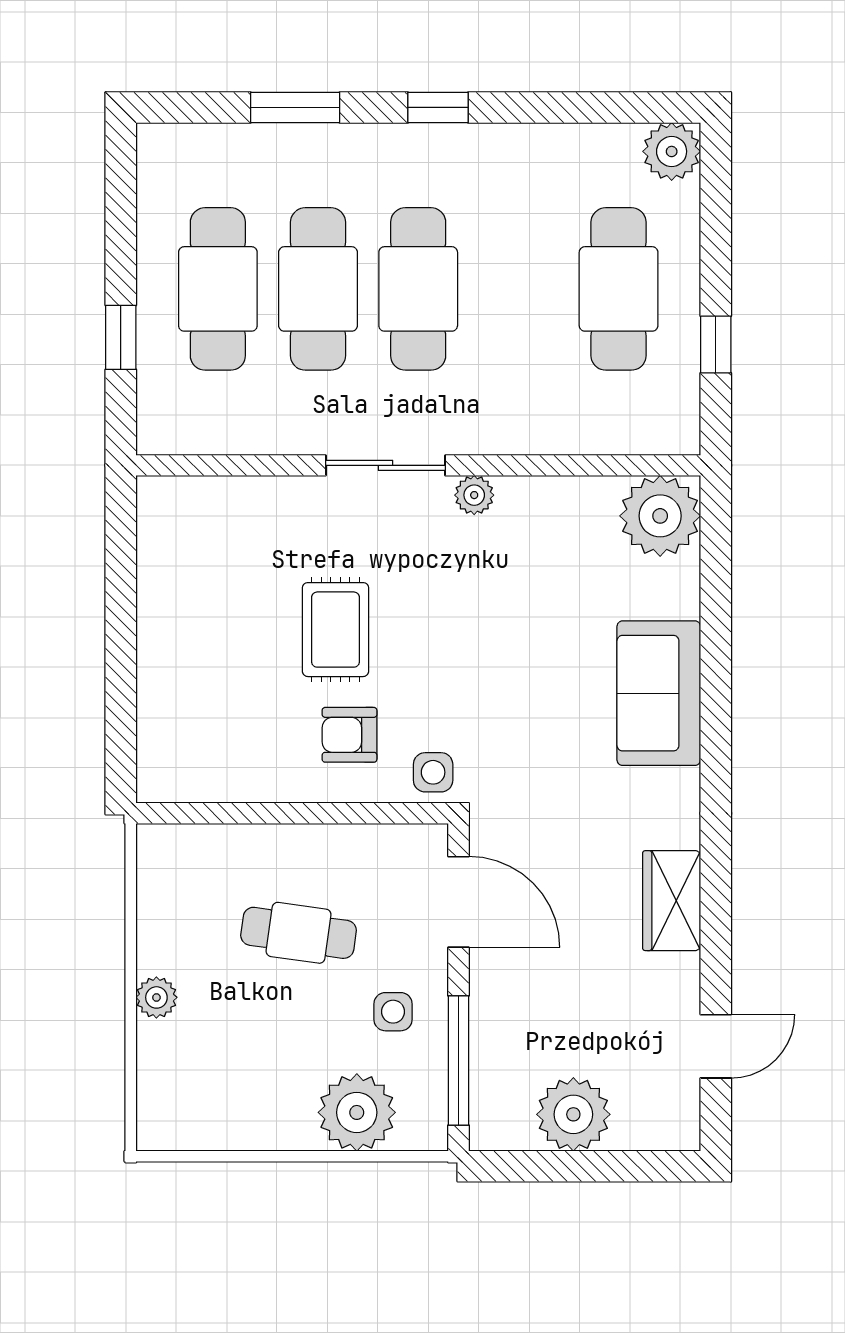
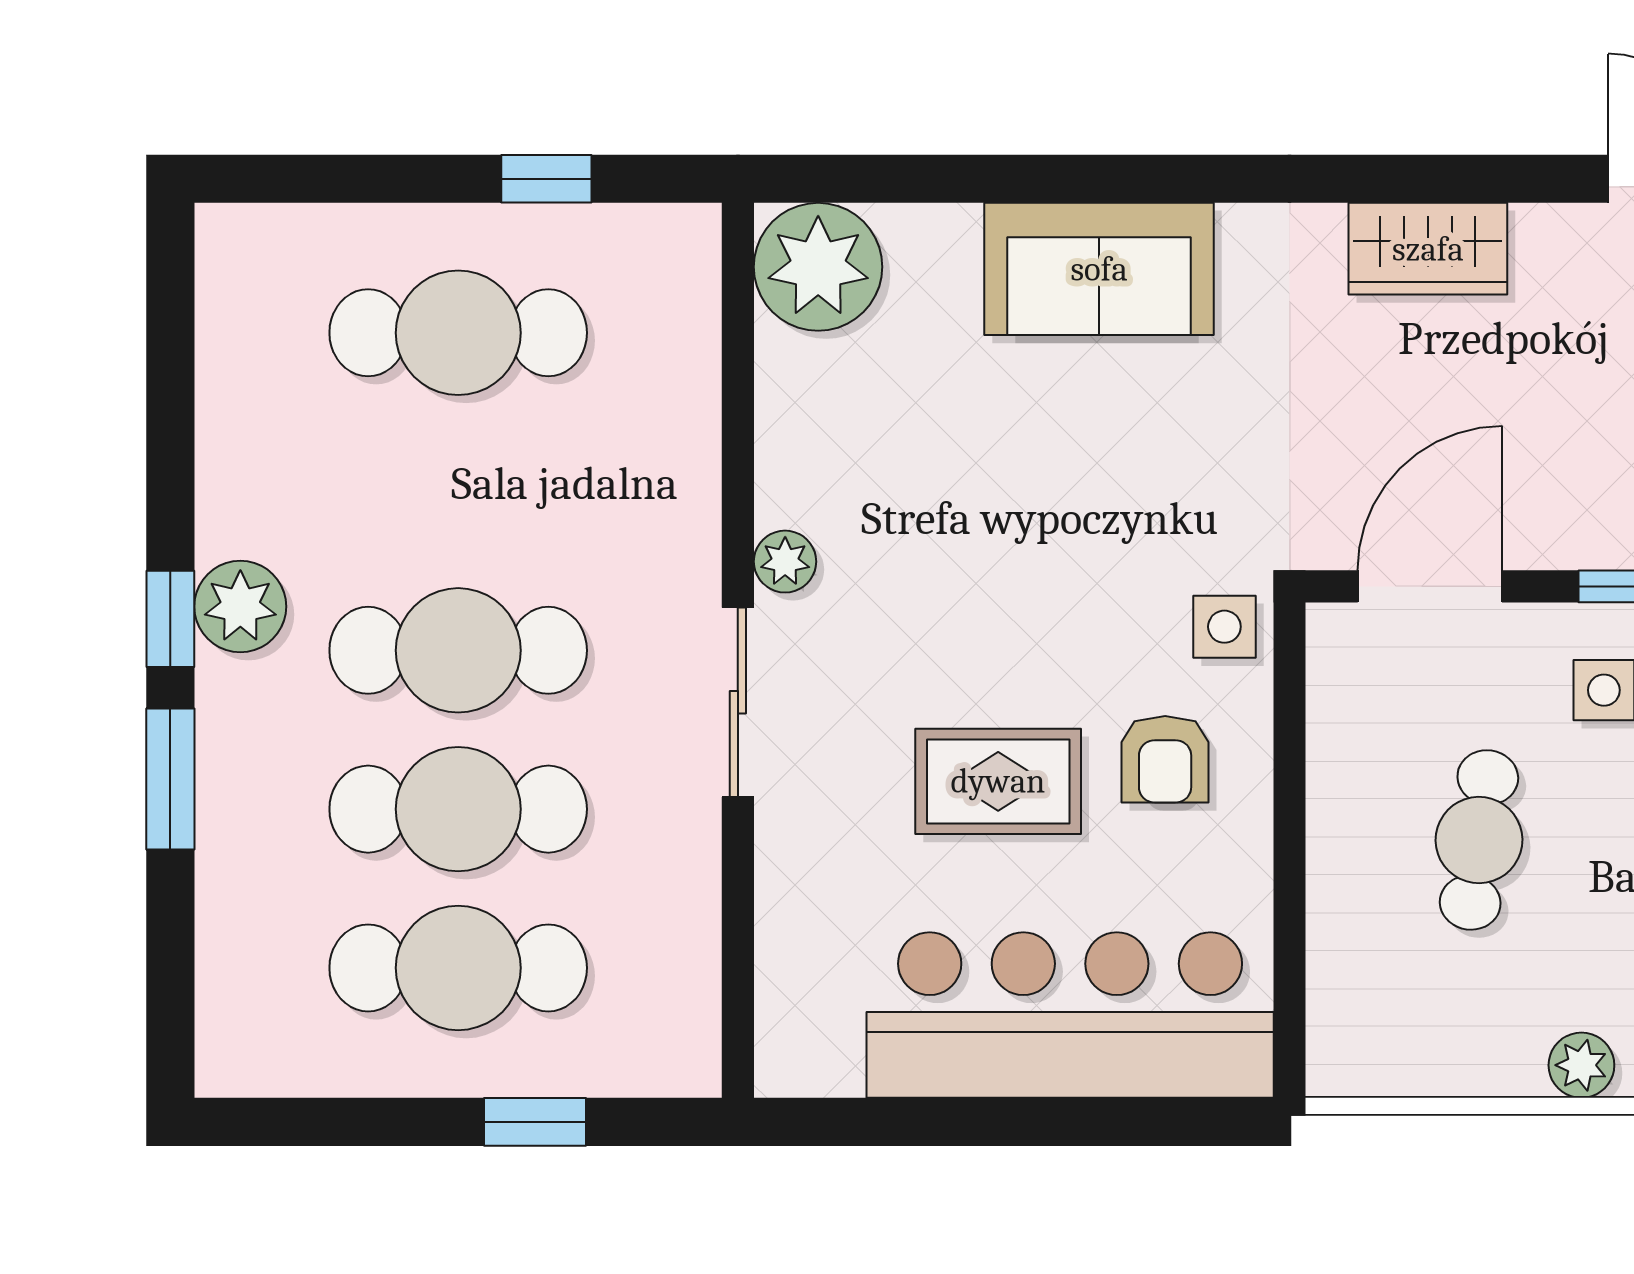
window: (295, 107) -> (170, 779), moved
plant: (672, 151) -> (240, 607), moved
bar counter: (188, 675) -> (1070, 1015), added

